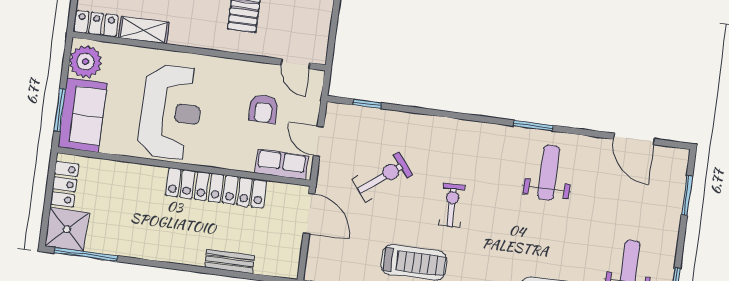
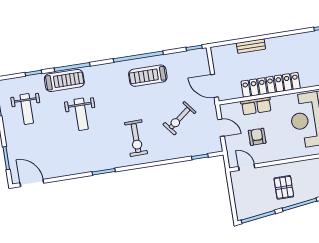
door: (634, 139) -> (32, 183), moved
row of seats: (281, 164) -> (256, 106), moved
weight bench: (549, 173) -> (81, 114), moved
exercise bike: (452, 205) -> (136, 138), moved, width x1.38, depth x1.39

